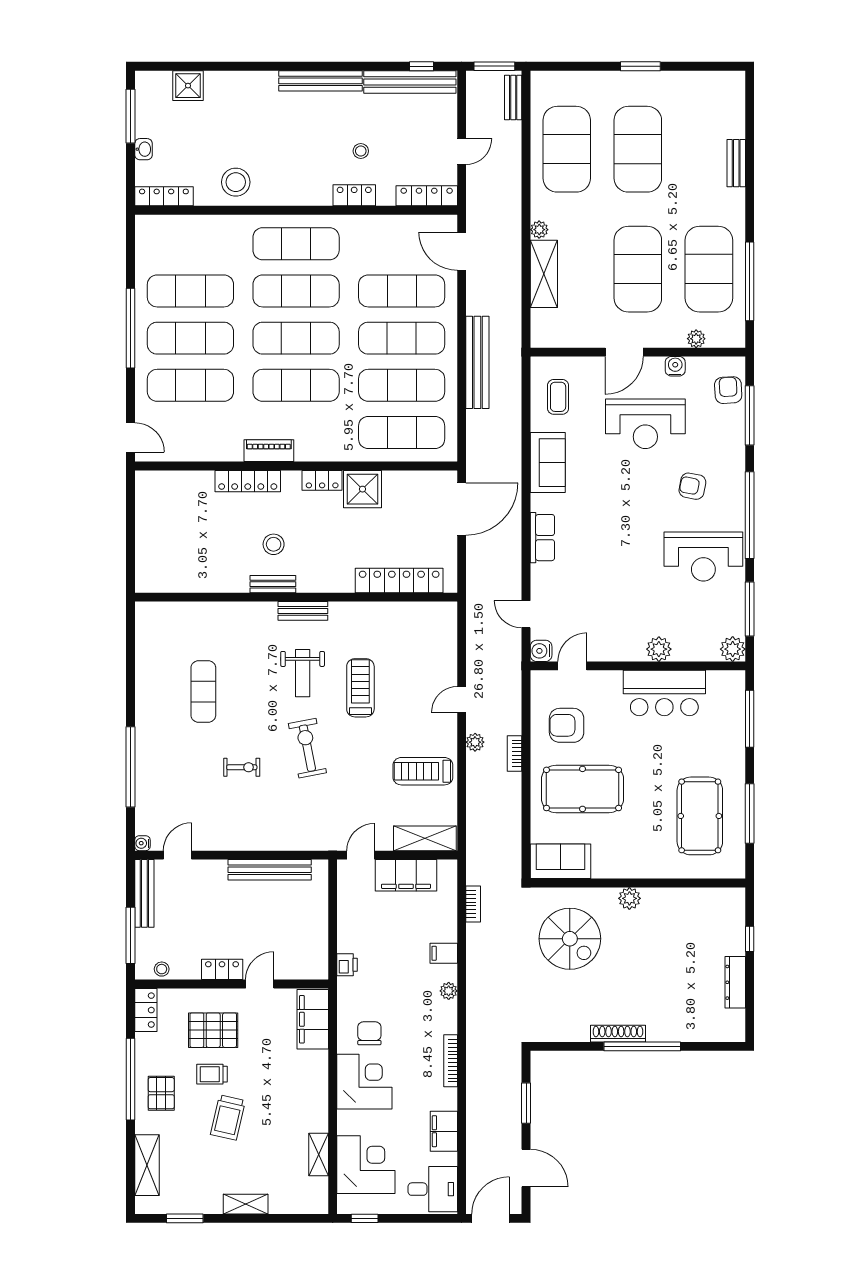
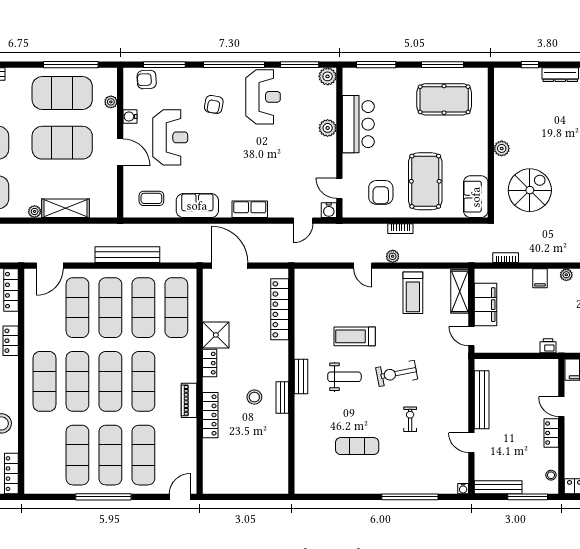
door: (177, 855) -> (471, 443), moved

